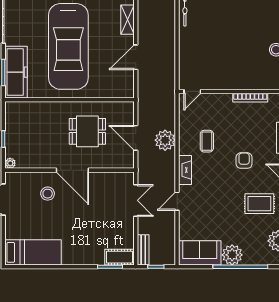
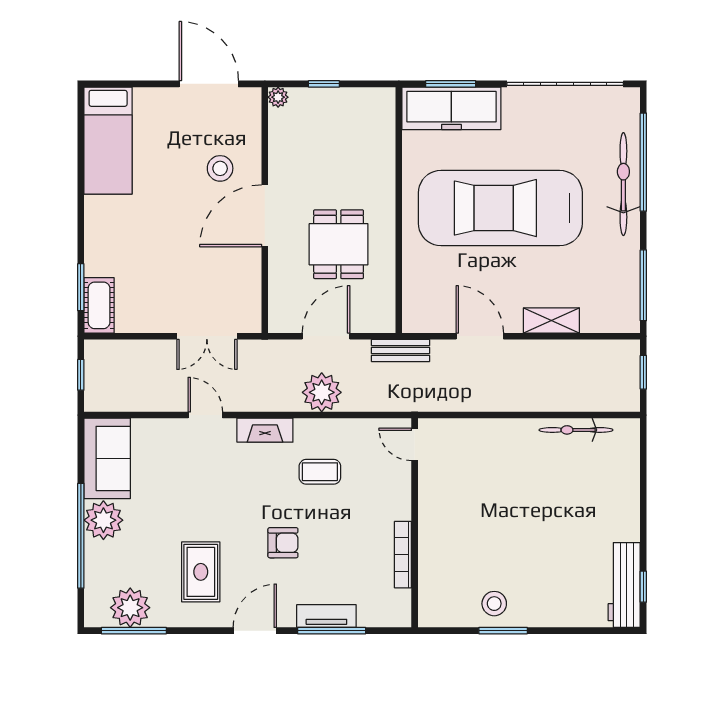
bench: (143, 250) -> (400, 350), moved

